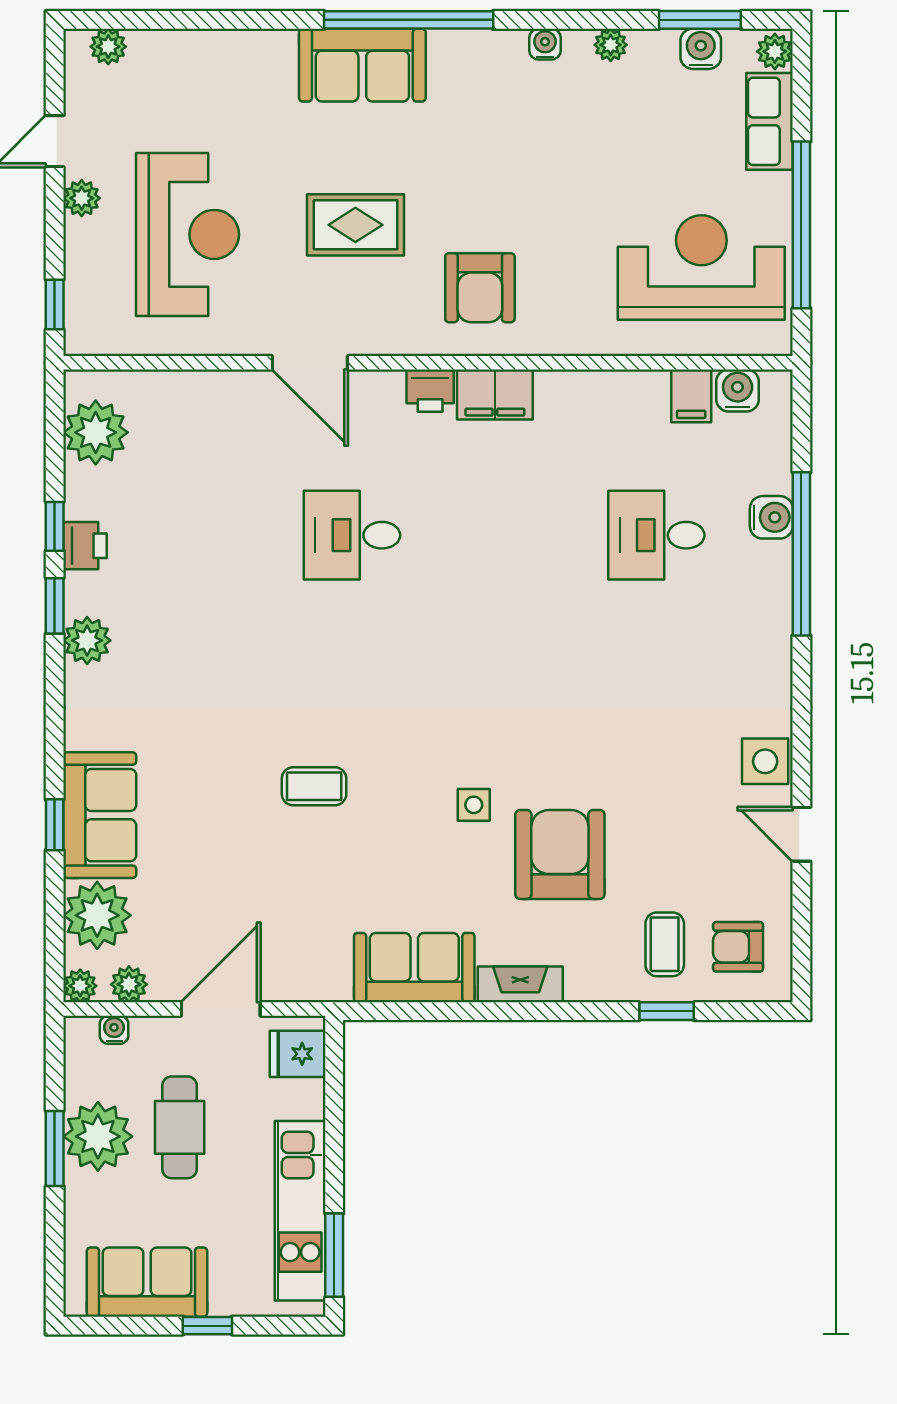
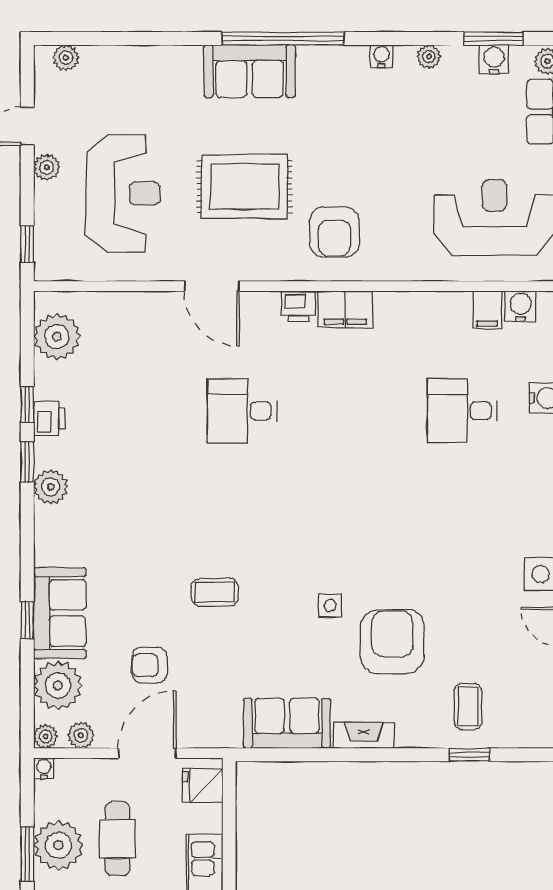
rug: (355, 225) -> (245, 187), width x1.36, depth x1.43
armchair: (738, 947) -> (150, 665), moved
water cooler: (114, 1030) -> (44, 768), moved

